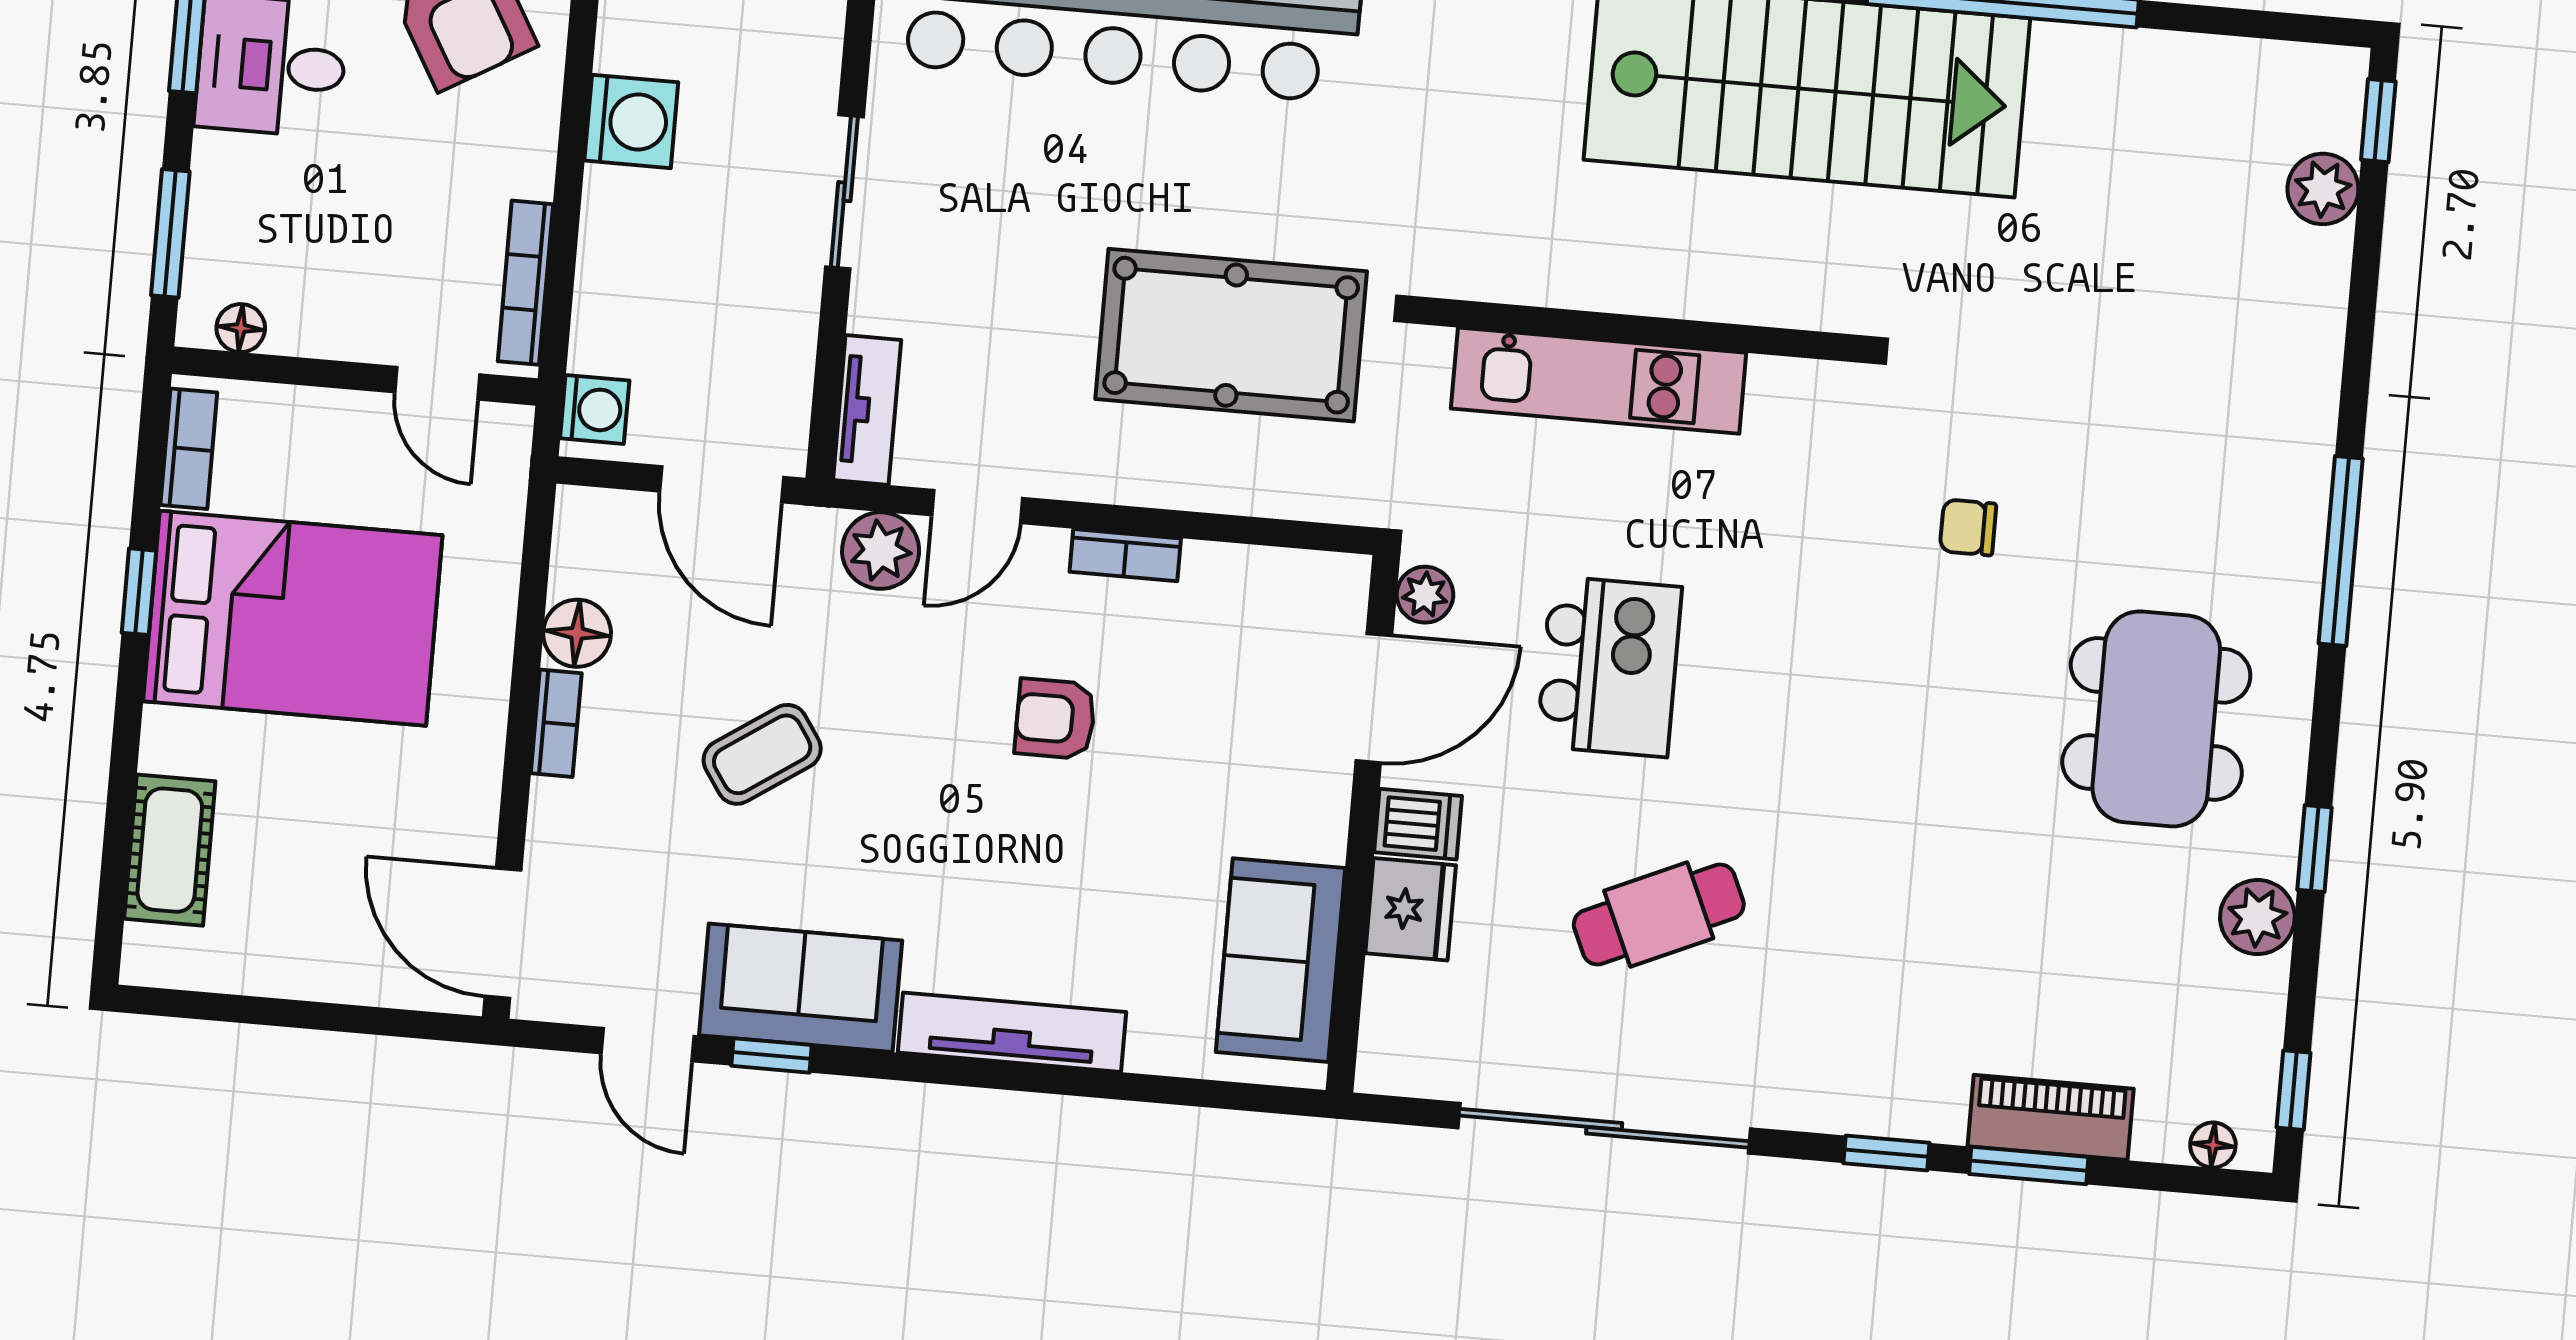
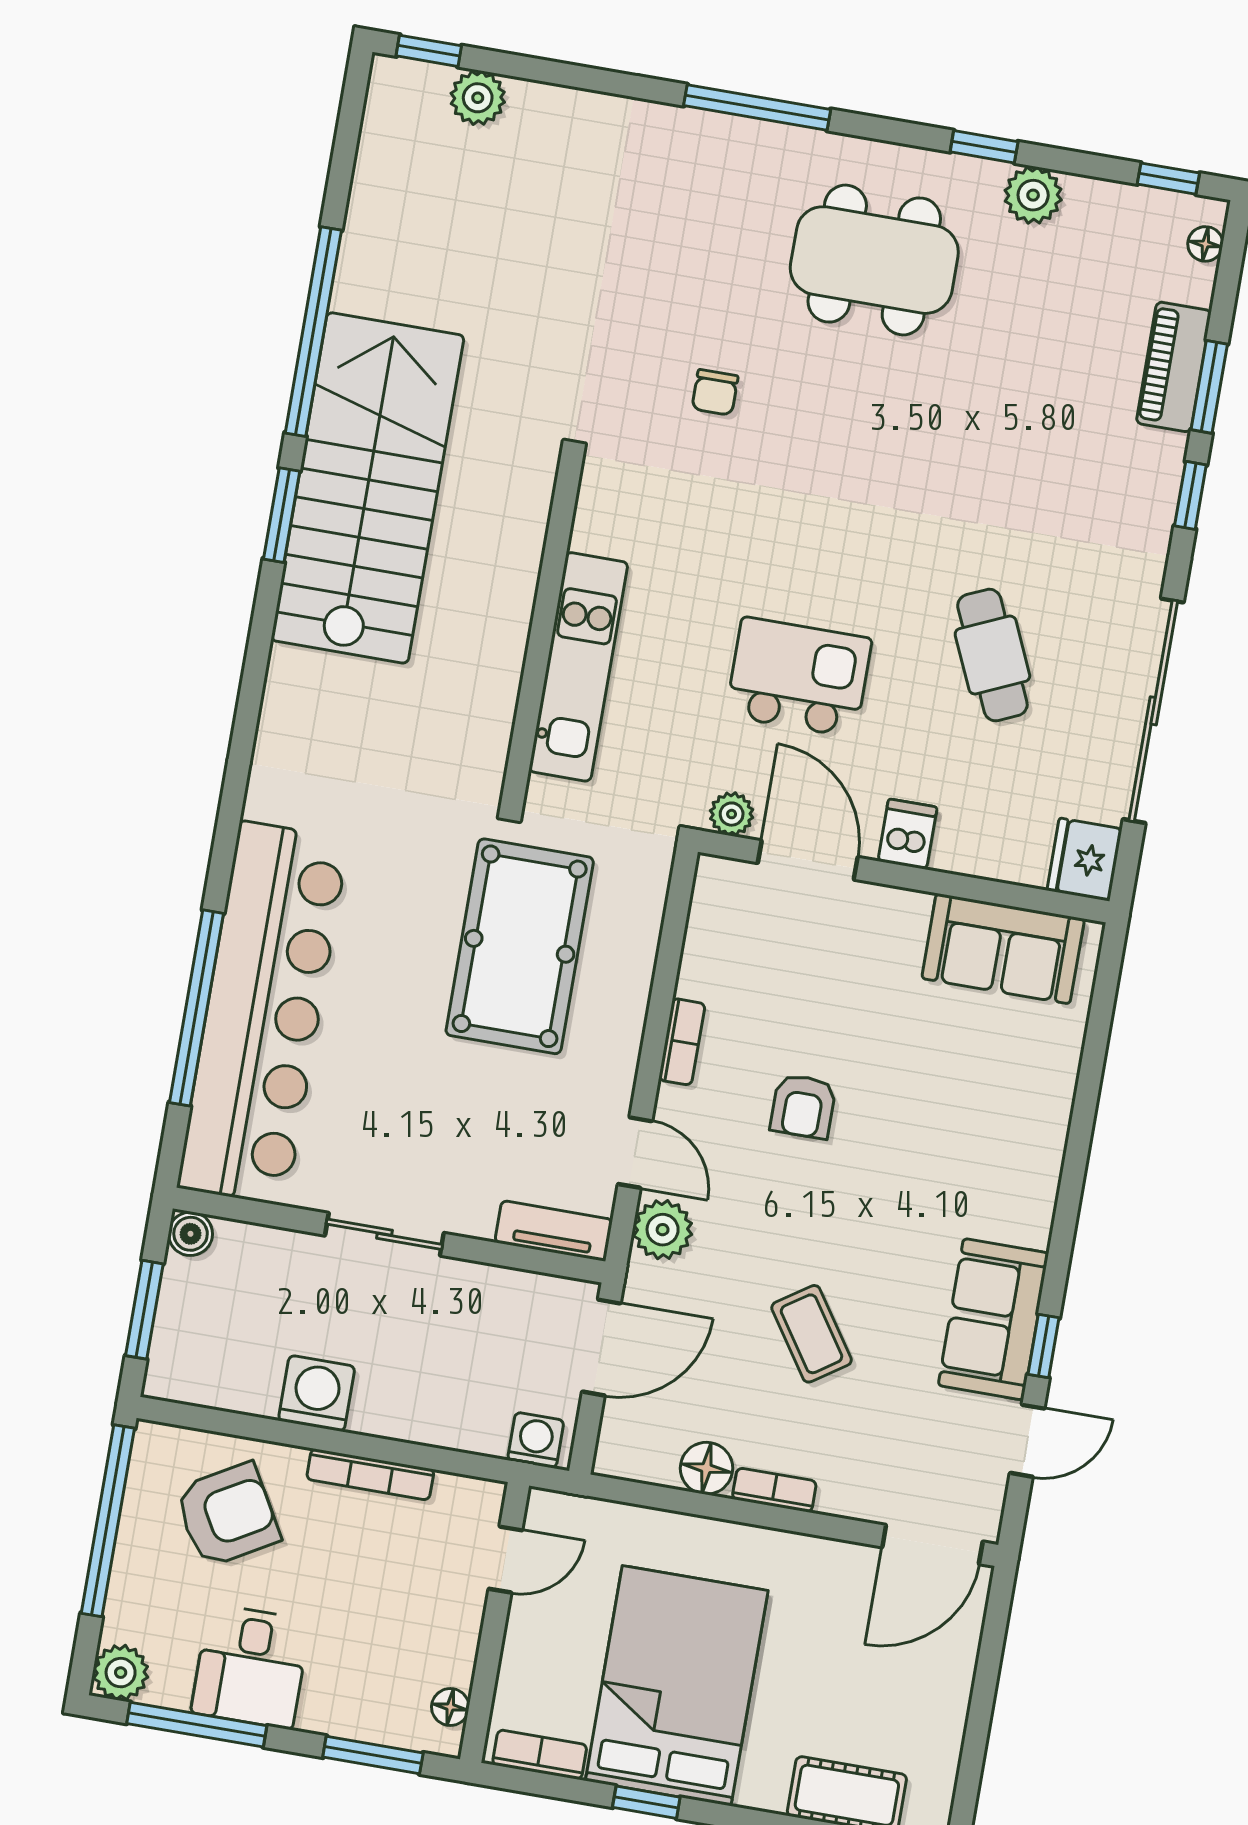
bookcase: (525, 283) -> (370, 1474), moved
fridge: (1411, 909) -> (1085, 860), moved, turned -90
tv unit: (1012, 1032) -> (1041, 1160), removed

